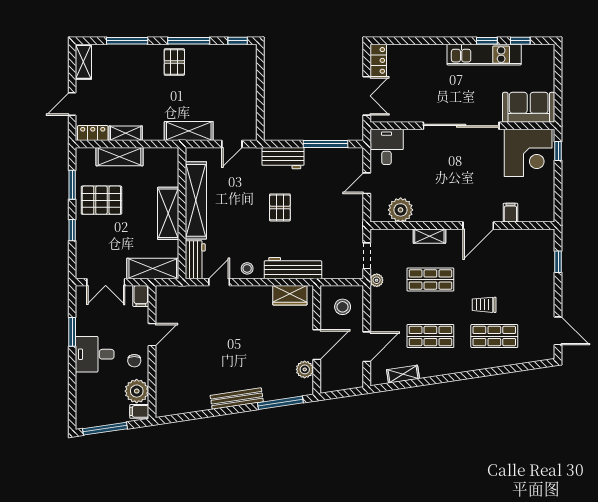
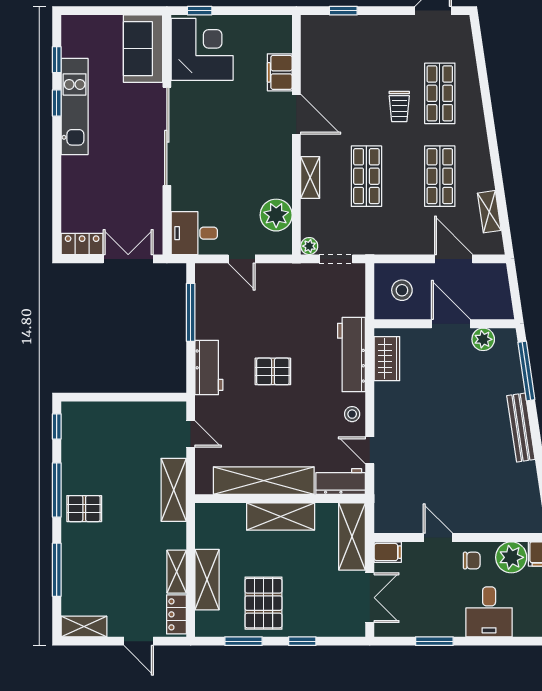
filing cabinet: (510, 213) -> (280, 72), width x2.00
plant: (377, 280) -> (309, 246), moved
desk: (95, 354) -> (489, 612), moved

